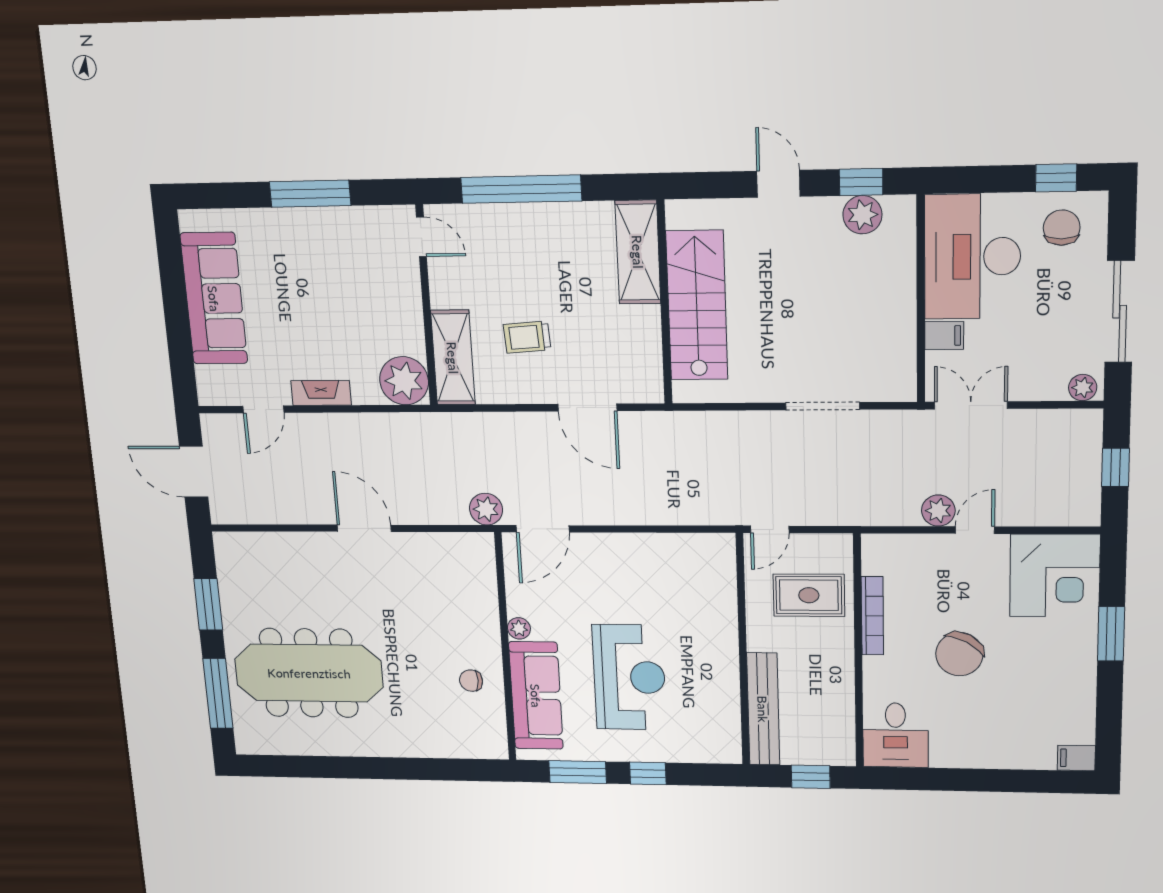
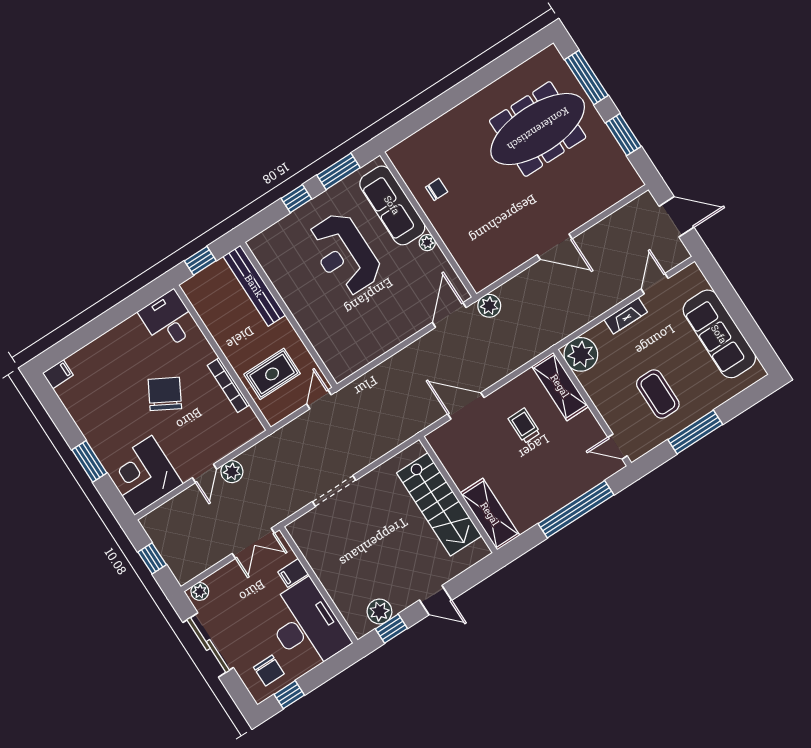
coffee table: (333, 272) -> (658, 394), added
trolley: (527, 337) -> (524, 426), turned -86

